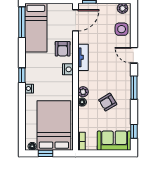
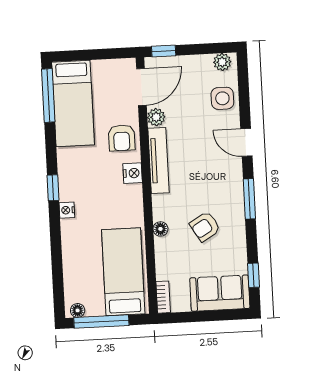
tv unit: (83, 57) -> (158, 160), width x1.41
plant: (83, 92) -> (156, 117), moved
bed: (54, 126) -> (123, 272), width x0.67
window: (45, 153) -> (101, 322), width x2.17

